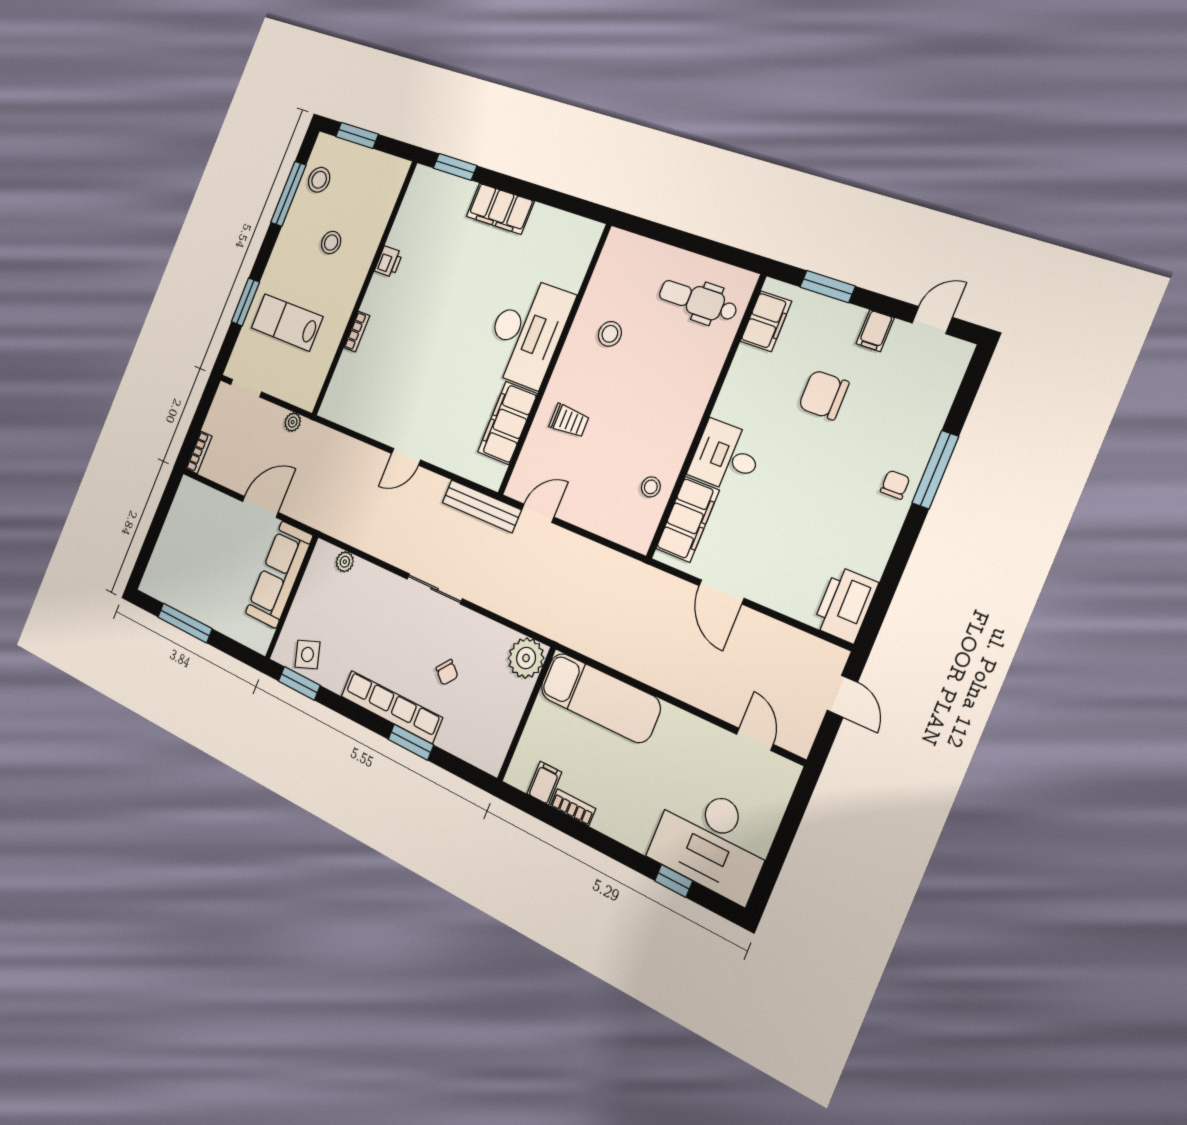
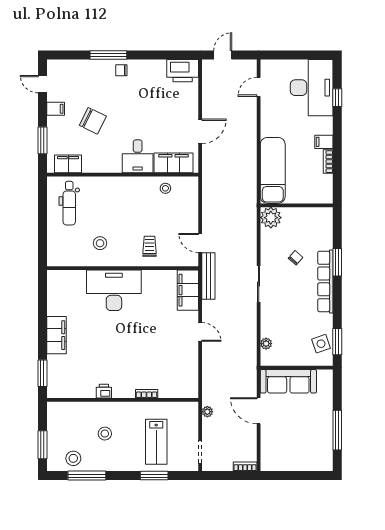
chair: (824, 395) -> (93, 121), turned -64
filing cabinet: (507, 423) -> (188, 290), moved, turned 90
filing cabinet: (544, 783) -> (324, 142), moved

